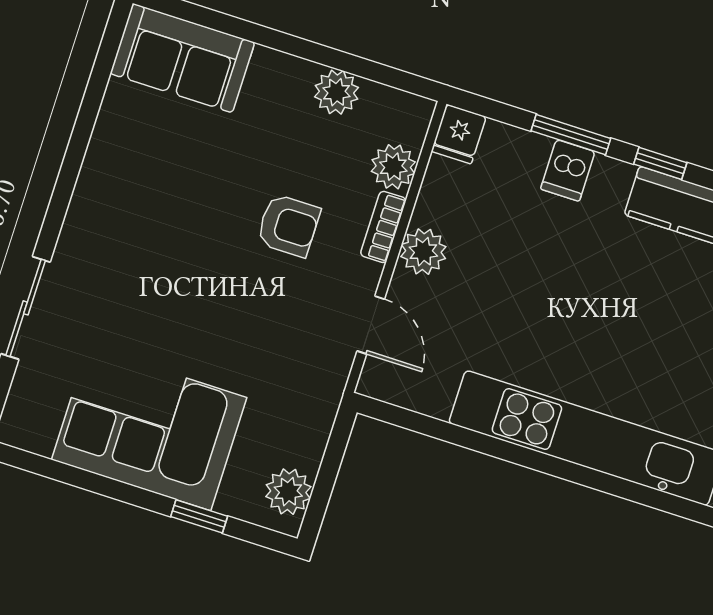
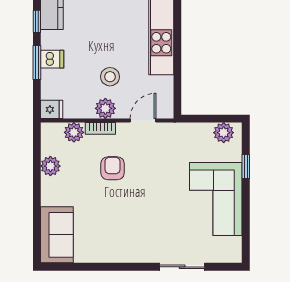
stool: (489, 284) -> (110, 77), added

